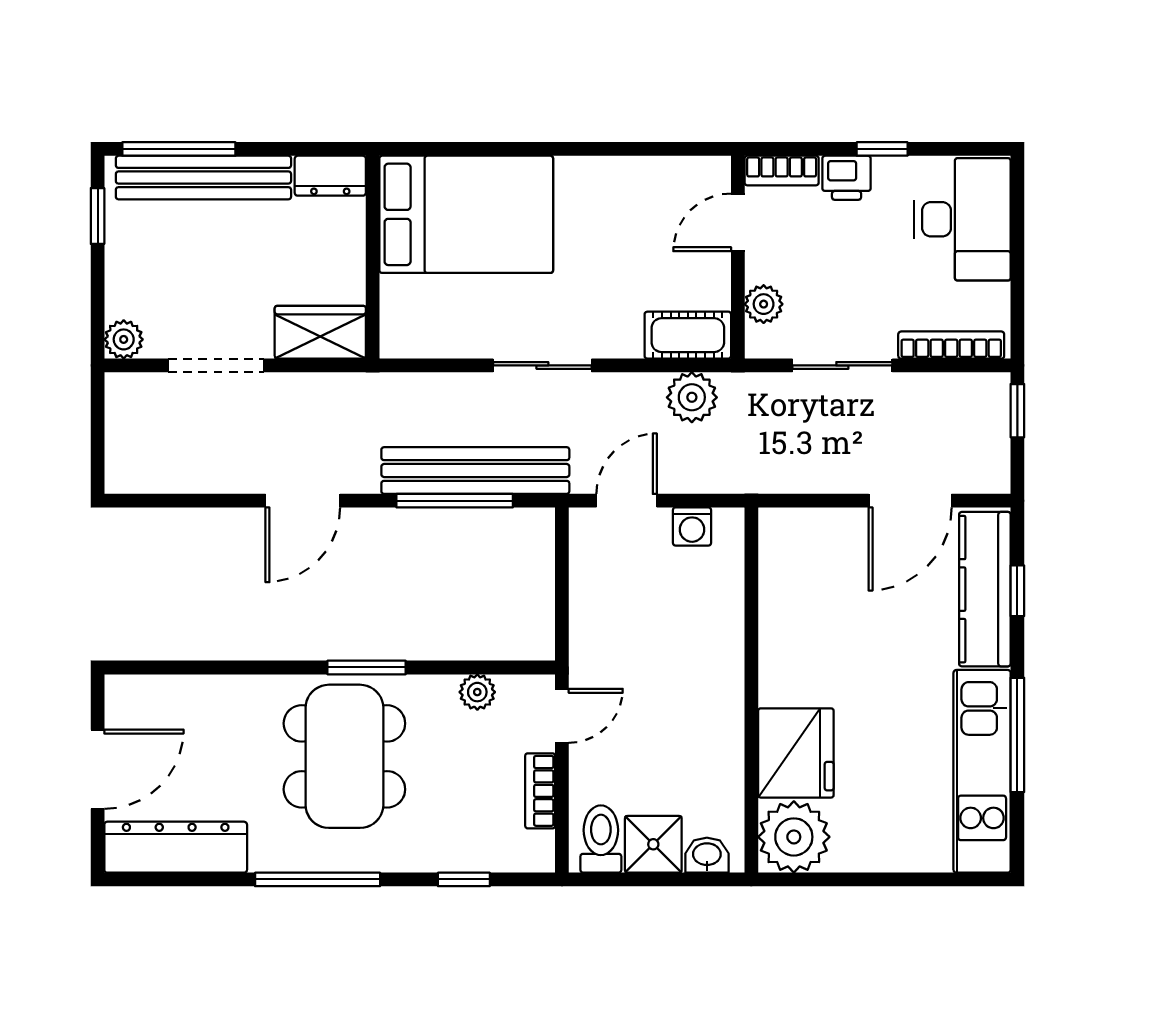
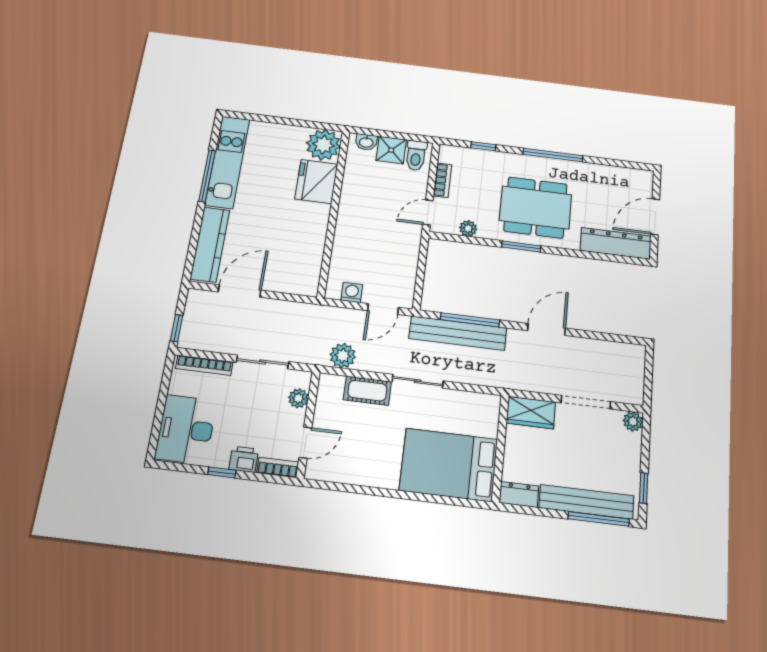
cot: (688, 335) -> (367, 391), moved
window: (1017, 591) -> (194, 242), removed
dining table: (344, 756) -> (536, 207), turned 90
dresser: (176, 847) -> (616, 243), moved, turned 180

